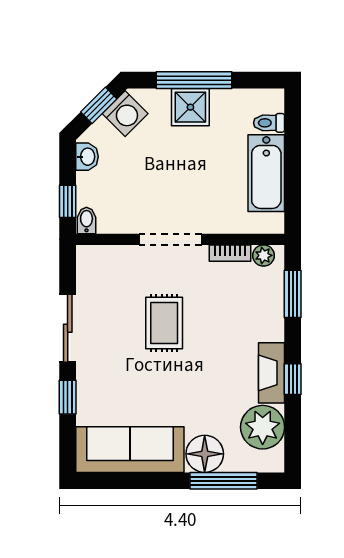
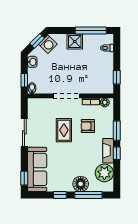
window: (194, 80) -> (91, 30), moved
bathtub: (266, 173) -> (106, 69), removed
window: (293, 194) -> (117, 77), added
window: (293, 294) -> (117, 131), moved
armchair: (223, 313) -> (88, 126), added
window: (68, 397) -> (24, 178), moved
sofa: (130, 450) -> (37, 169), moved, turned 90
window: (154, 481) -> (60, 195), added

